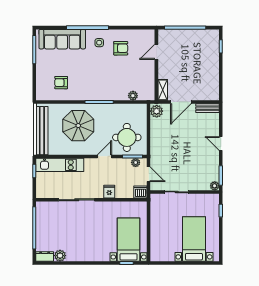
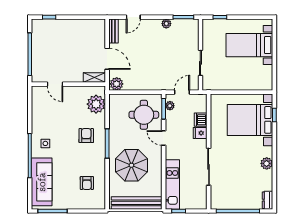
armchair: (121, 48) -> (86, 136), moved
plant: (133, 96) -> (96, 104), width x1.88, depth x1.88
door: (221, 144) -> (133, 17), moved
plant: (215, 186) -> (166, 24), moved
dishwasher: (140, 192) -> (201, 120), moved
bed with nightstands: (129, 240) -> (250, 120), width x1.36
plant: (60, 256) -> (267, 163), moved

